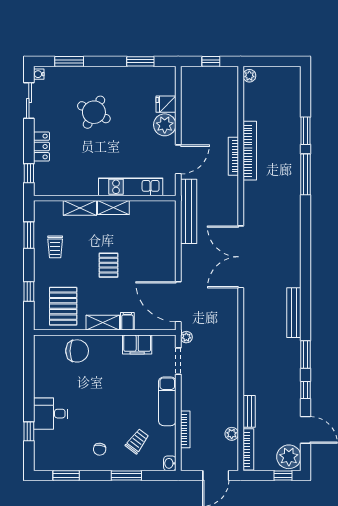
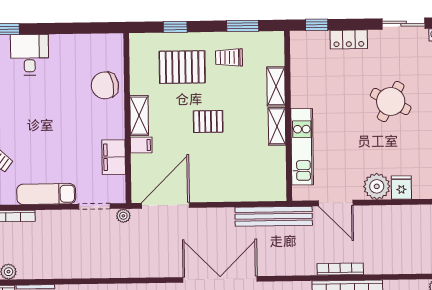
pallet: (63, 306) -> (182, 67), moved
chair: (77, 351) -> (105, 85), turned 80

